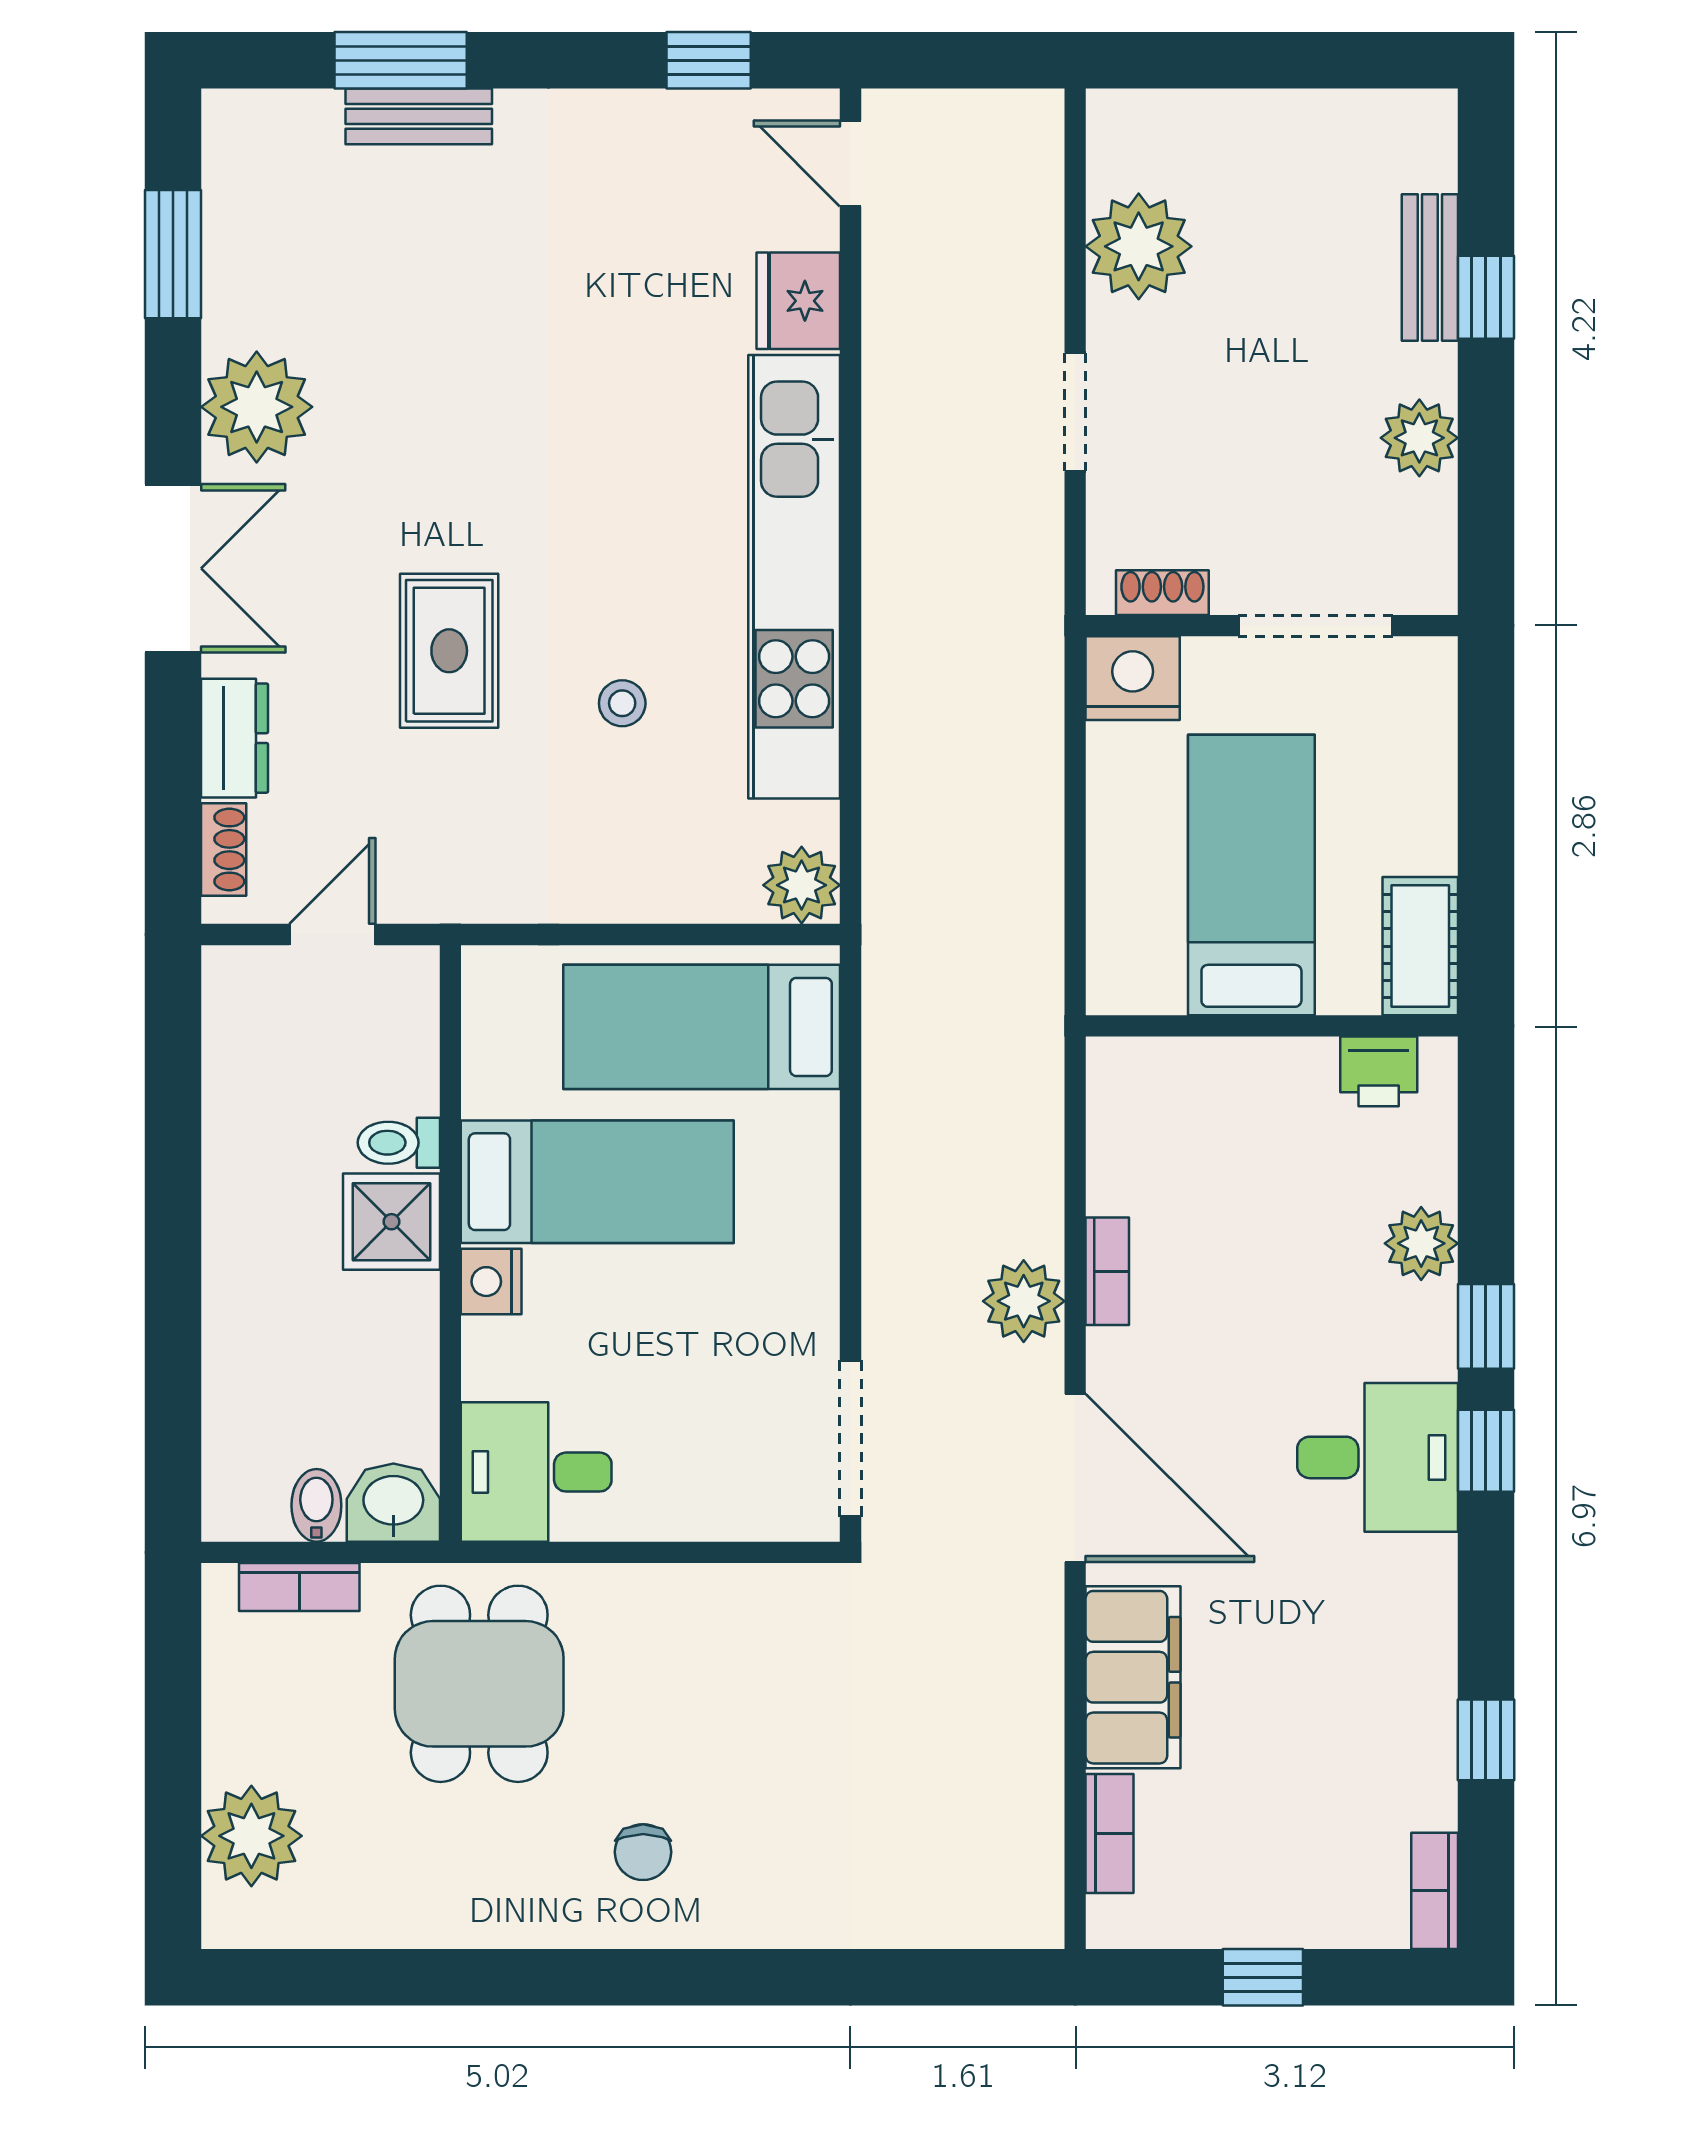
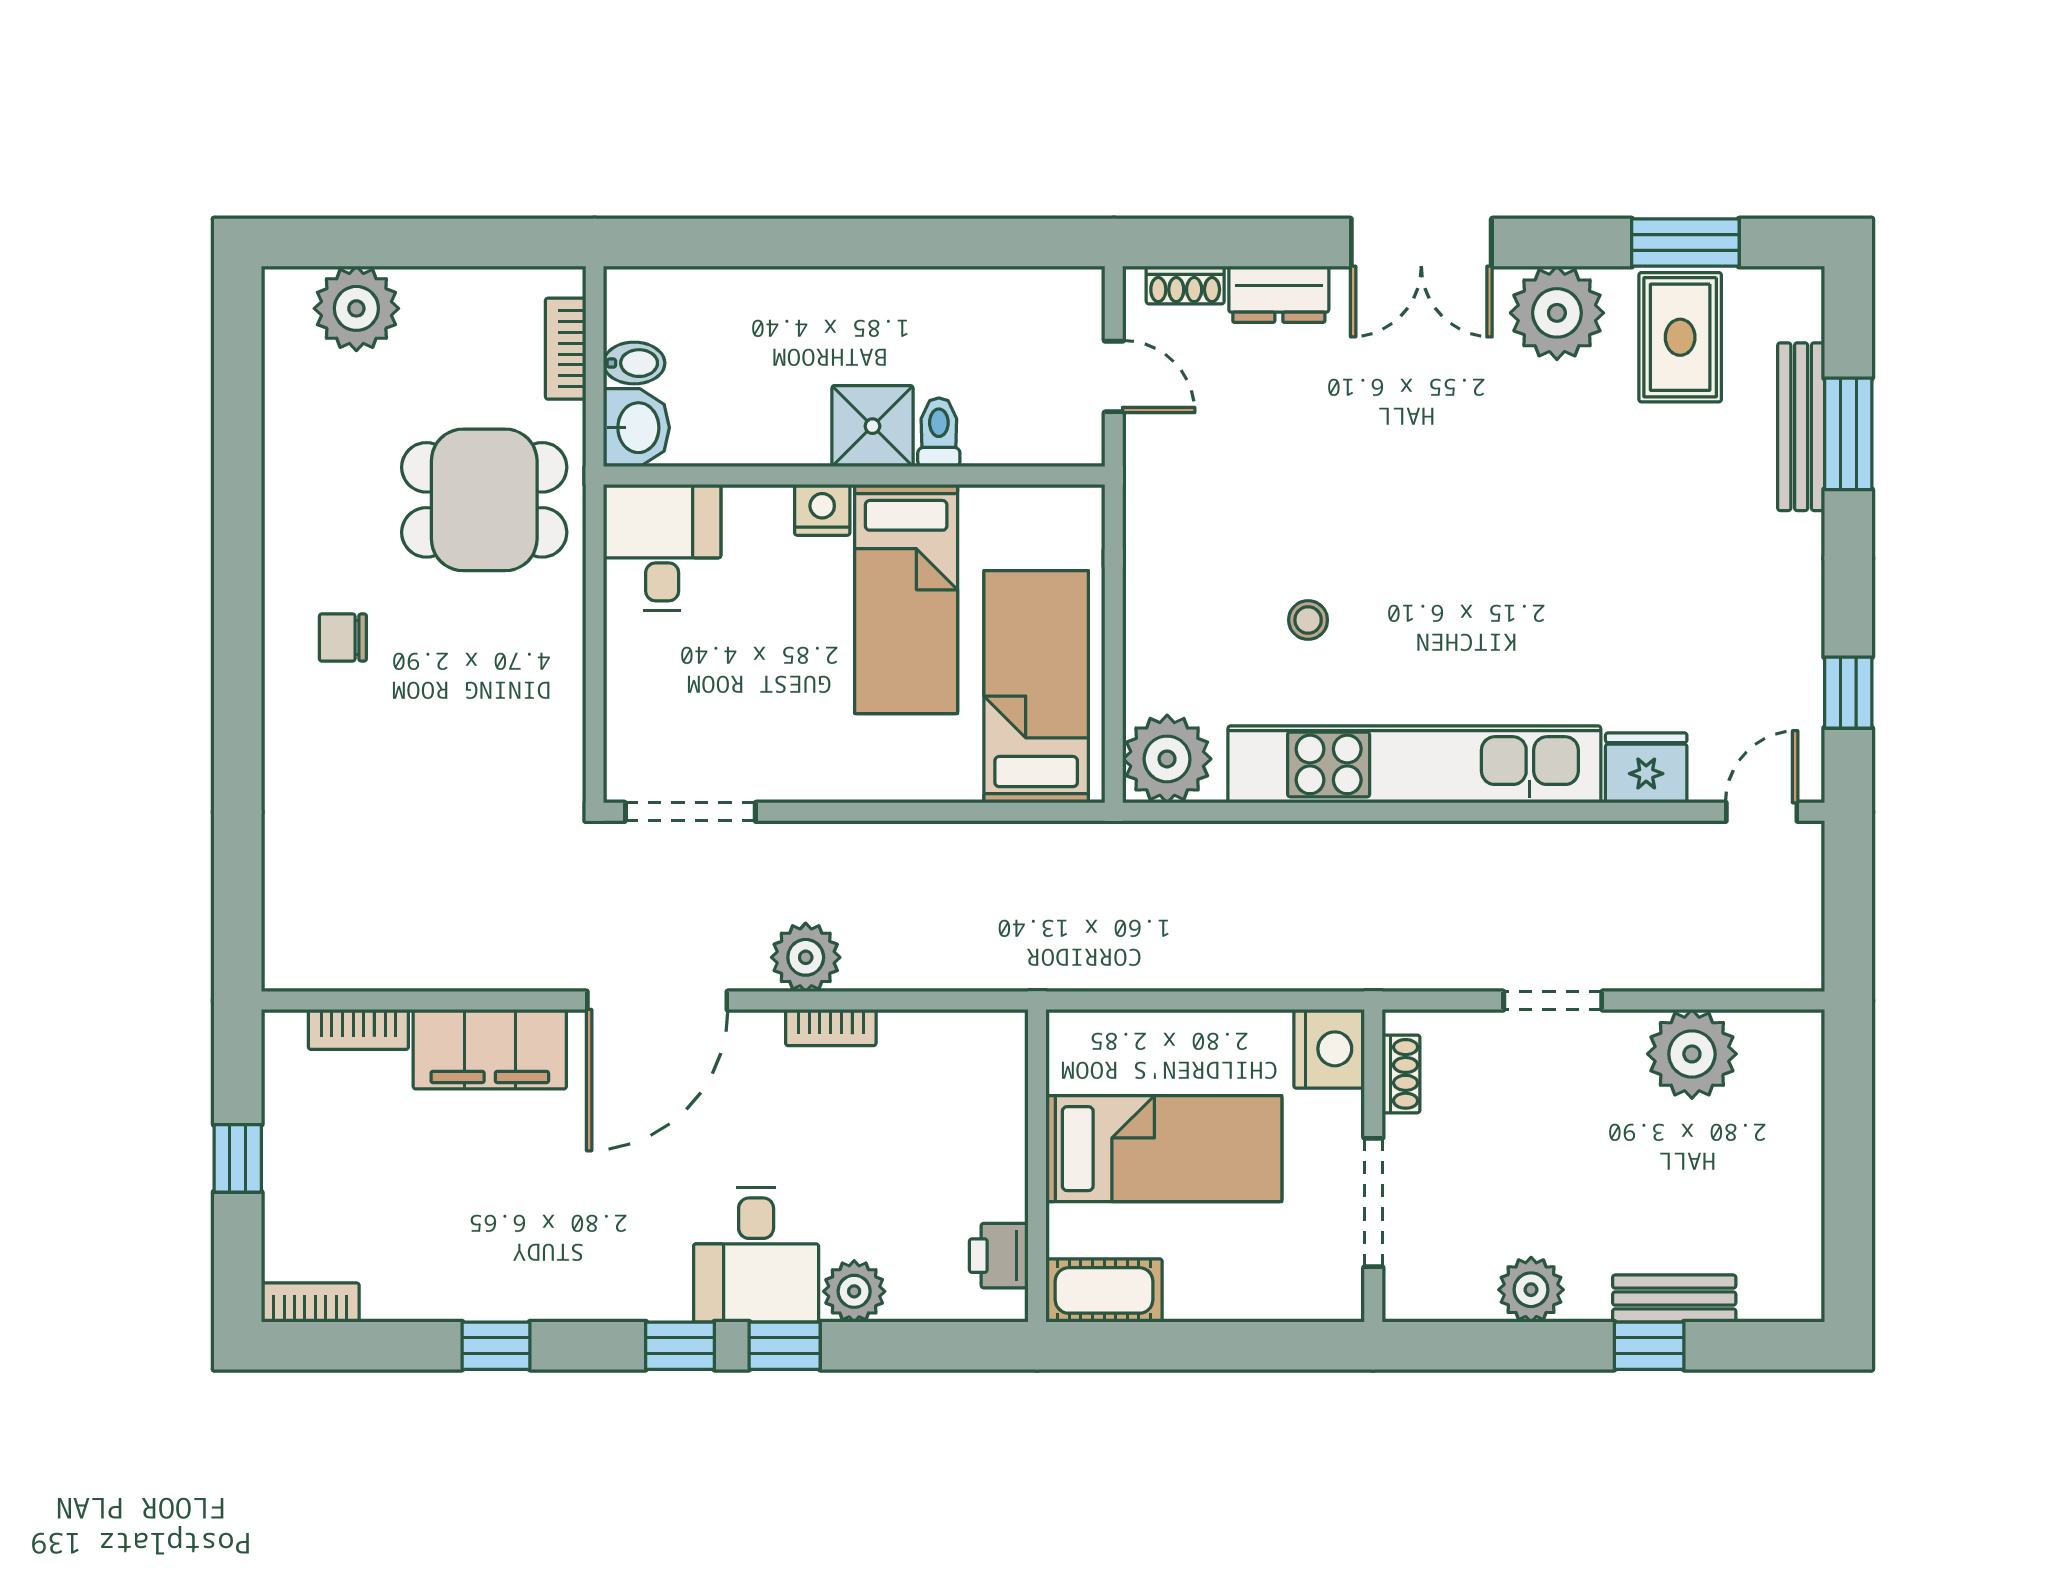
bench: (419, 116) -> (1801, 427), width x1.36
rug: (449, 651) -> (1680, 337), moved, turned 90
plant: (802, 885) -> (1167, 759), width x1.36, depth x1.36
desk: (1378, 1457) -> (756, 1255), moved
window: (1486, 1740) -> (496, 1346), moved

